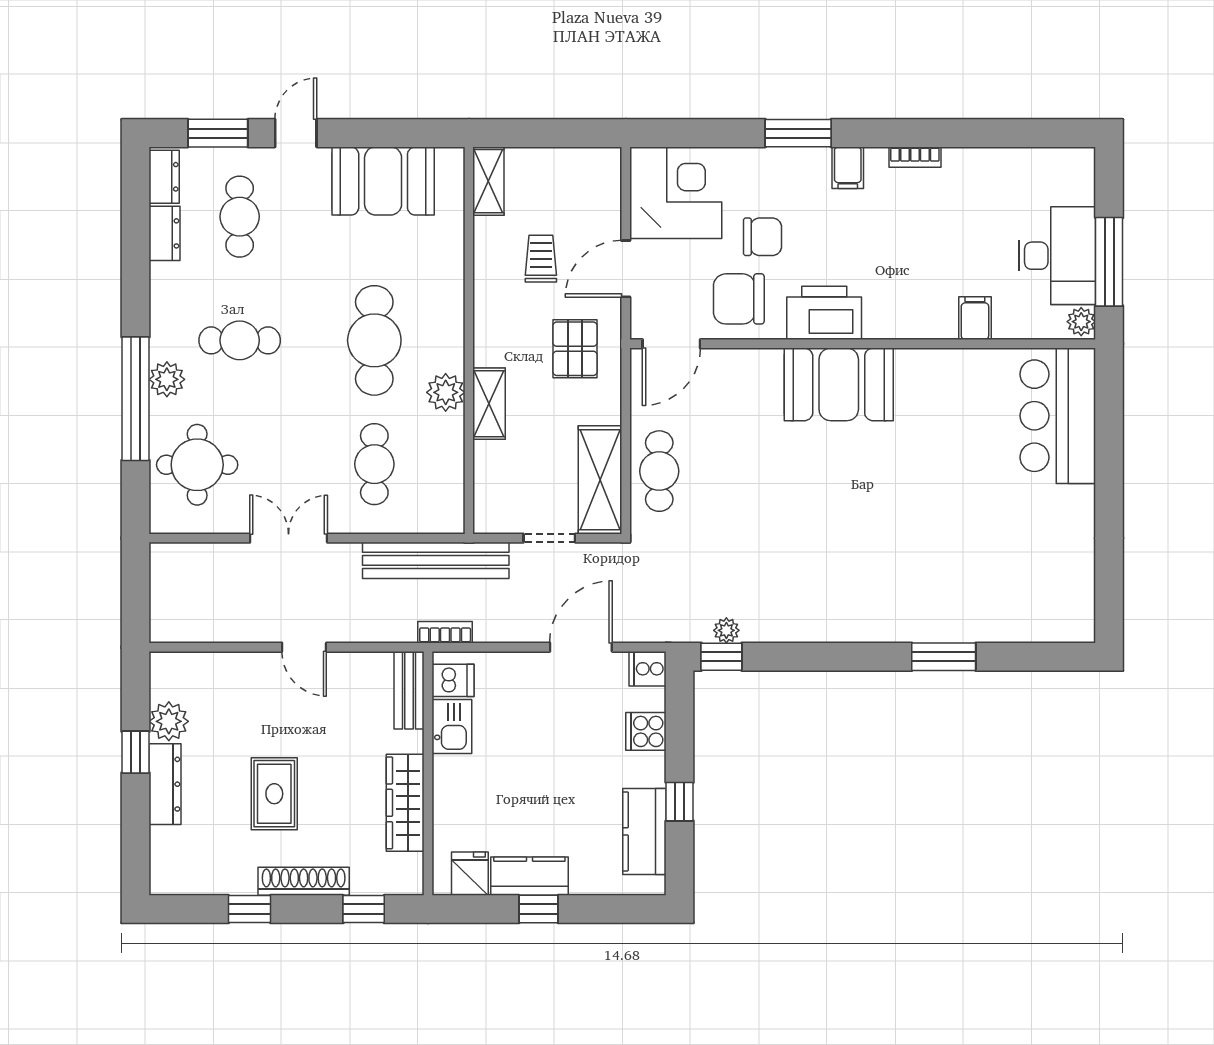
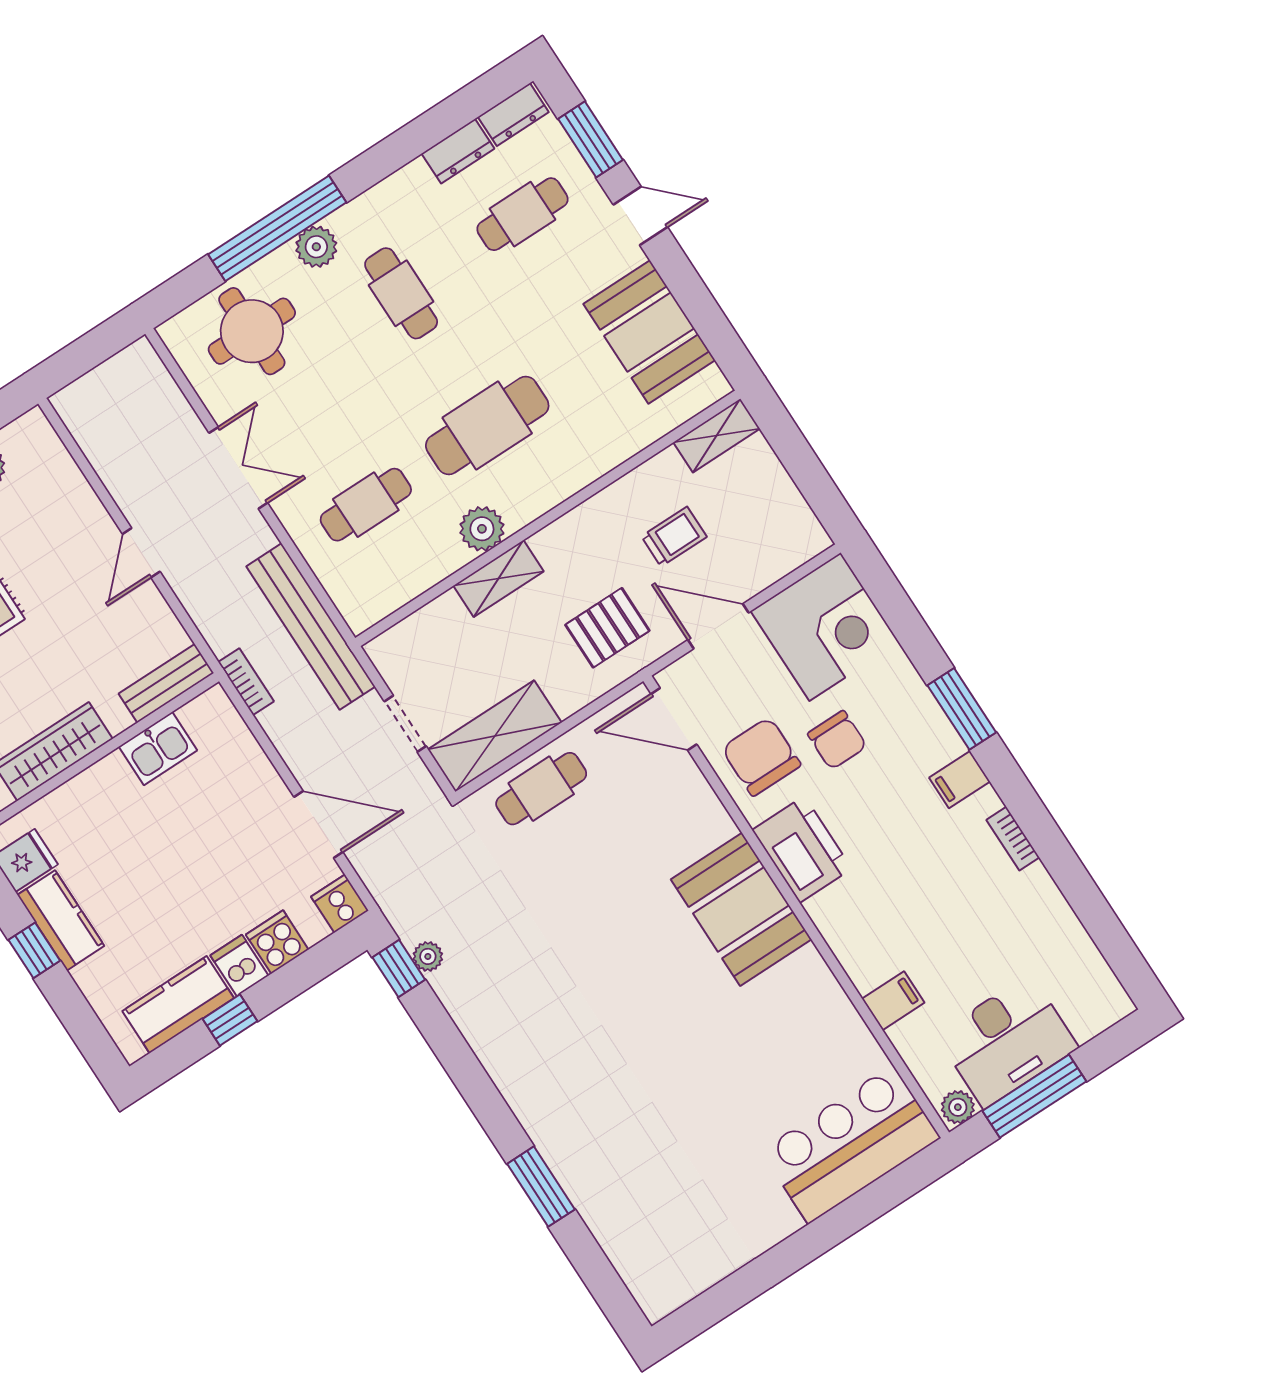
dishwasher: (453, 680) -> (239, 966), moved, turned 180

